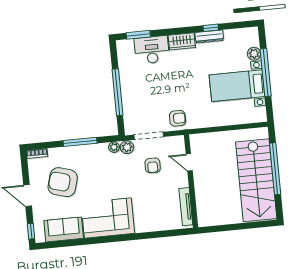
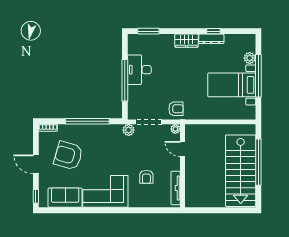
desk: (152, 50) -> (139, 70), moved, turned -90
window: (80, 142) -> (87, 121), width x1.46
plant: (114, 147) -> (175, 129), moved
armchair: (153, 165) -> (146, 177), moved

